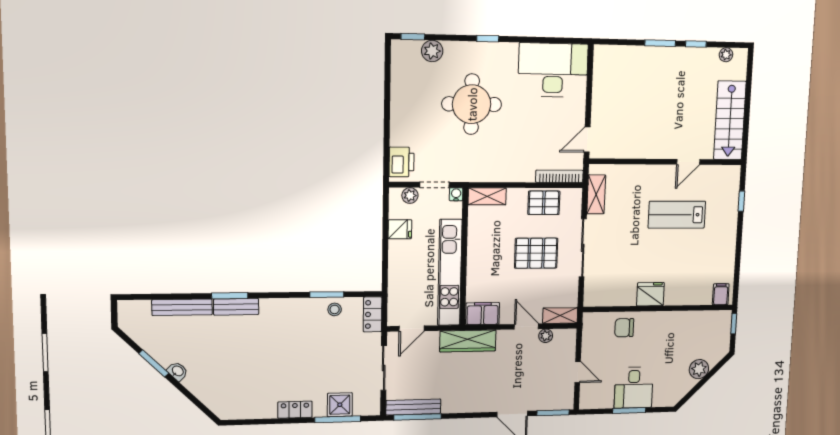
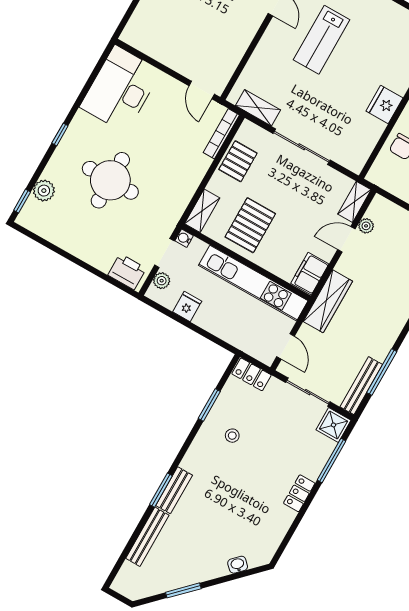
pallet: (536, 253) -> (250, 225), moved
stool: (335, 309) -> (232, 436), moved
washbasin: (177, 371) -> (238, 565), moved
shower: (340, 405) -> (333, 425), moved
window: (418, 417) -> (382, 372), moved

